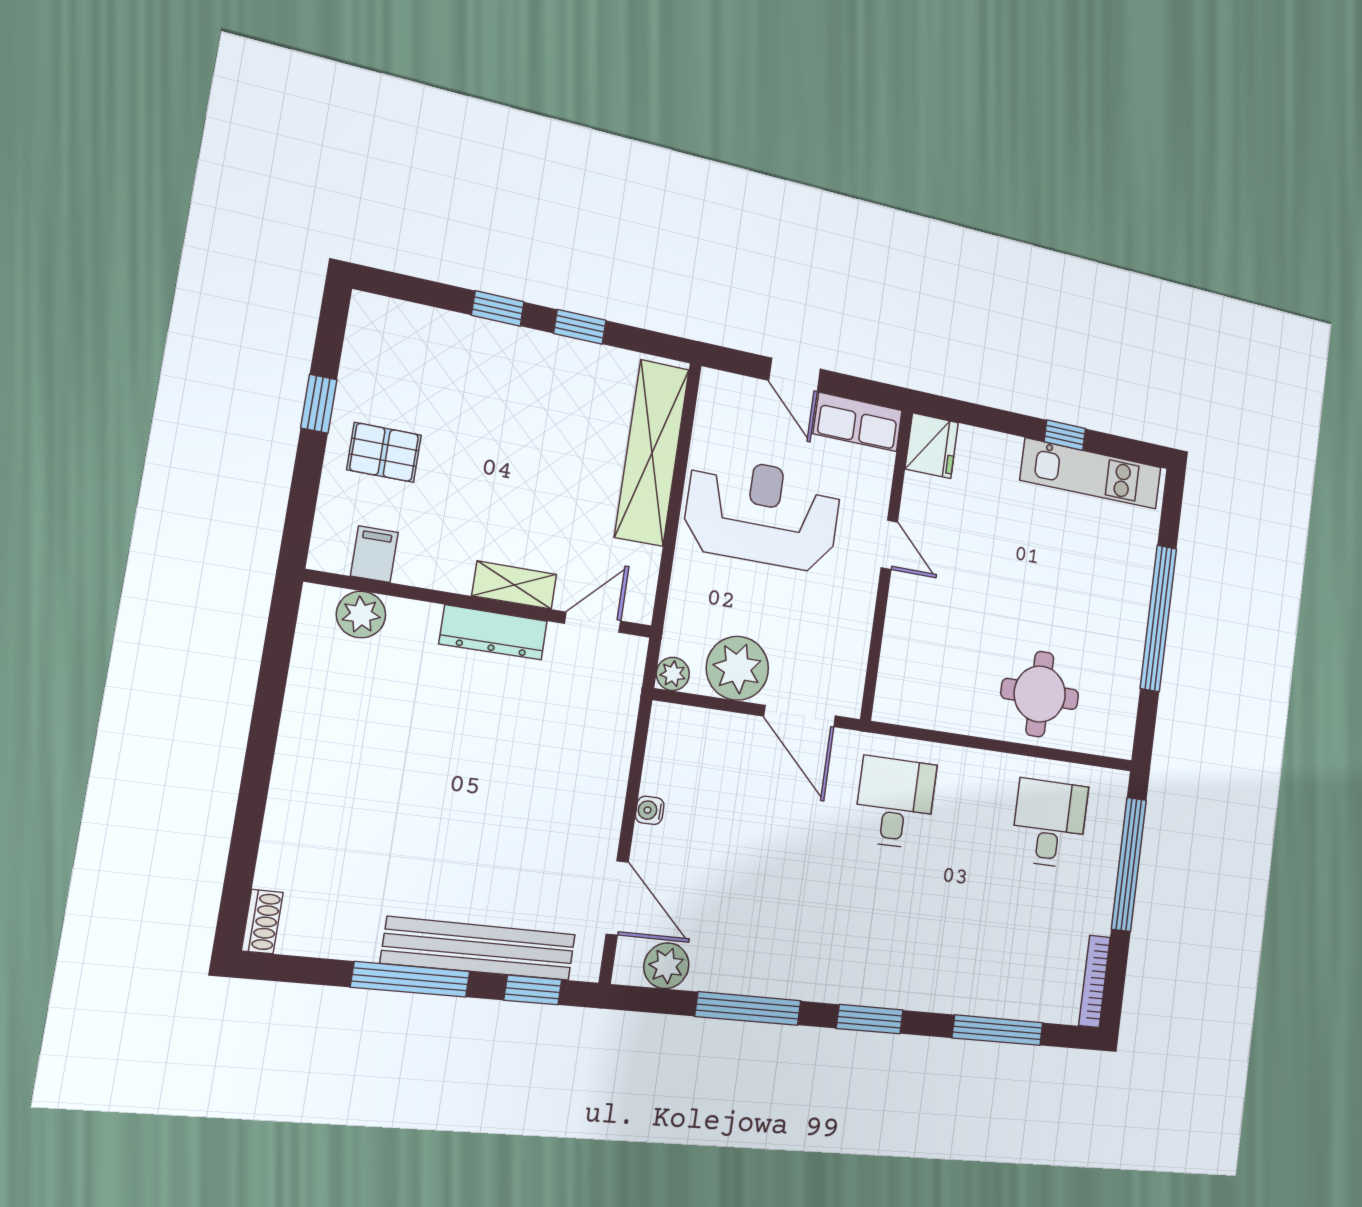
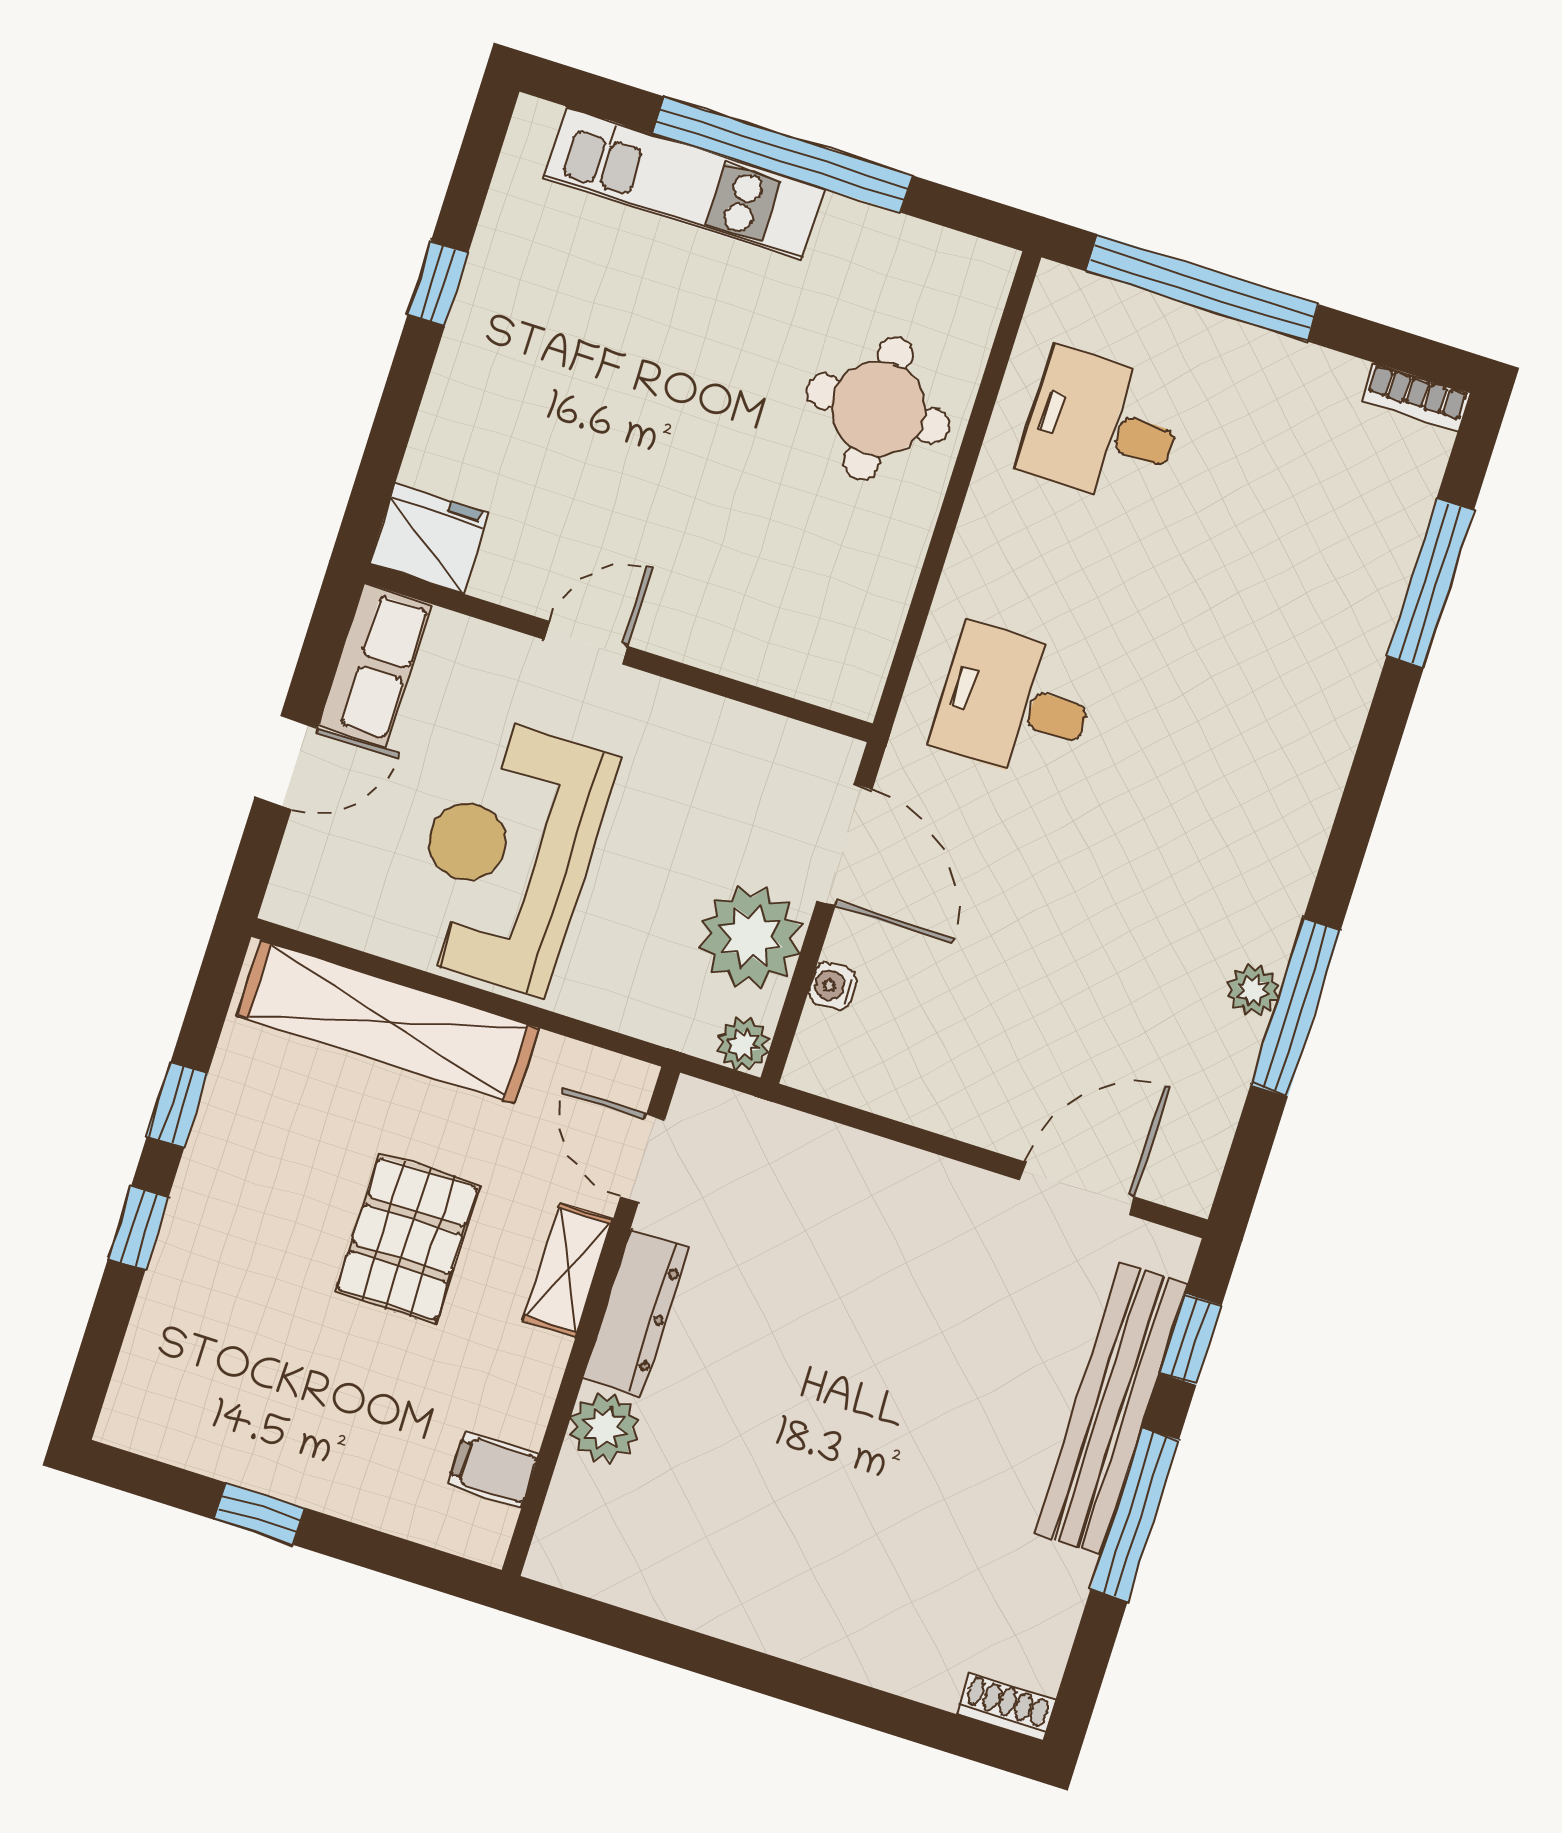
pallet: (384, 452) -> (408, 1239), moved, width x1.50, depth x1.42
kitchen unit: (1091, 474) -> (684, 184), moved, turned 90
plant: (361, 615) -> (604, 1427), moved
door: (800, 716) -> (845, 845), hinge flipped
water cooler: (650, 810) -> (833, 986), moved, turned 90
plant: (666, 966) -> (1253, 990), moved, width x0.73, depth x0.73
bookcase: (1094, 981) -> (1416, 397), width x0.64
window: (870, 1019) -> (1359, 806), removed

